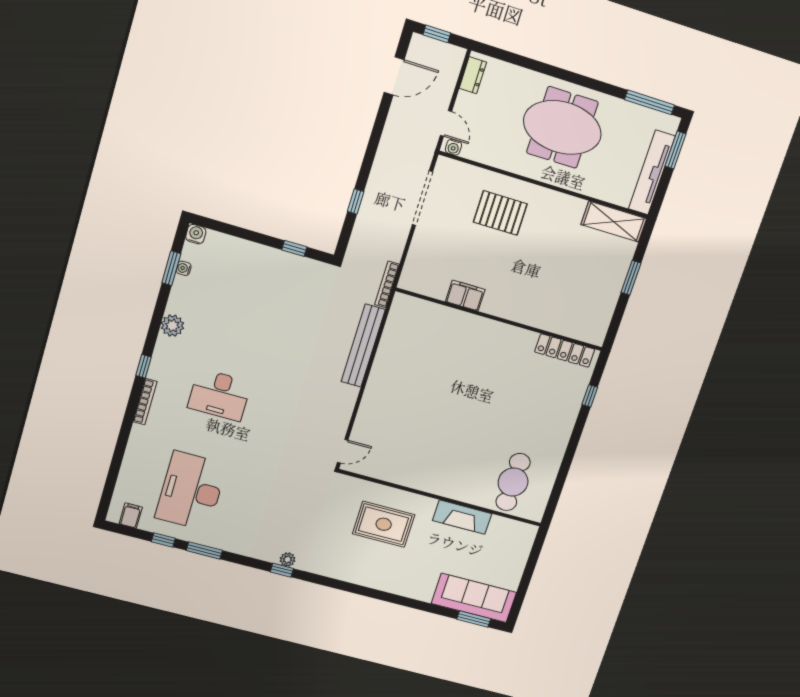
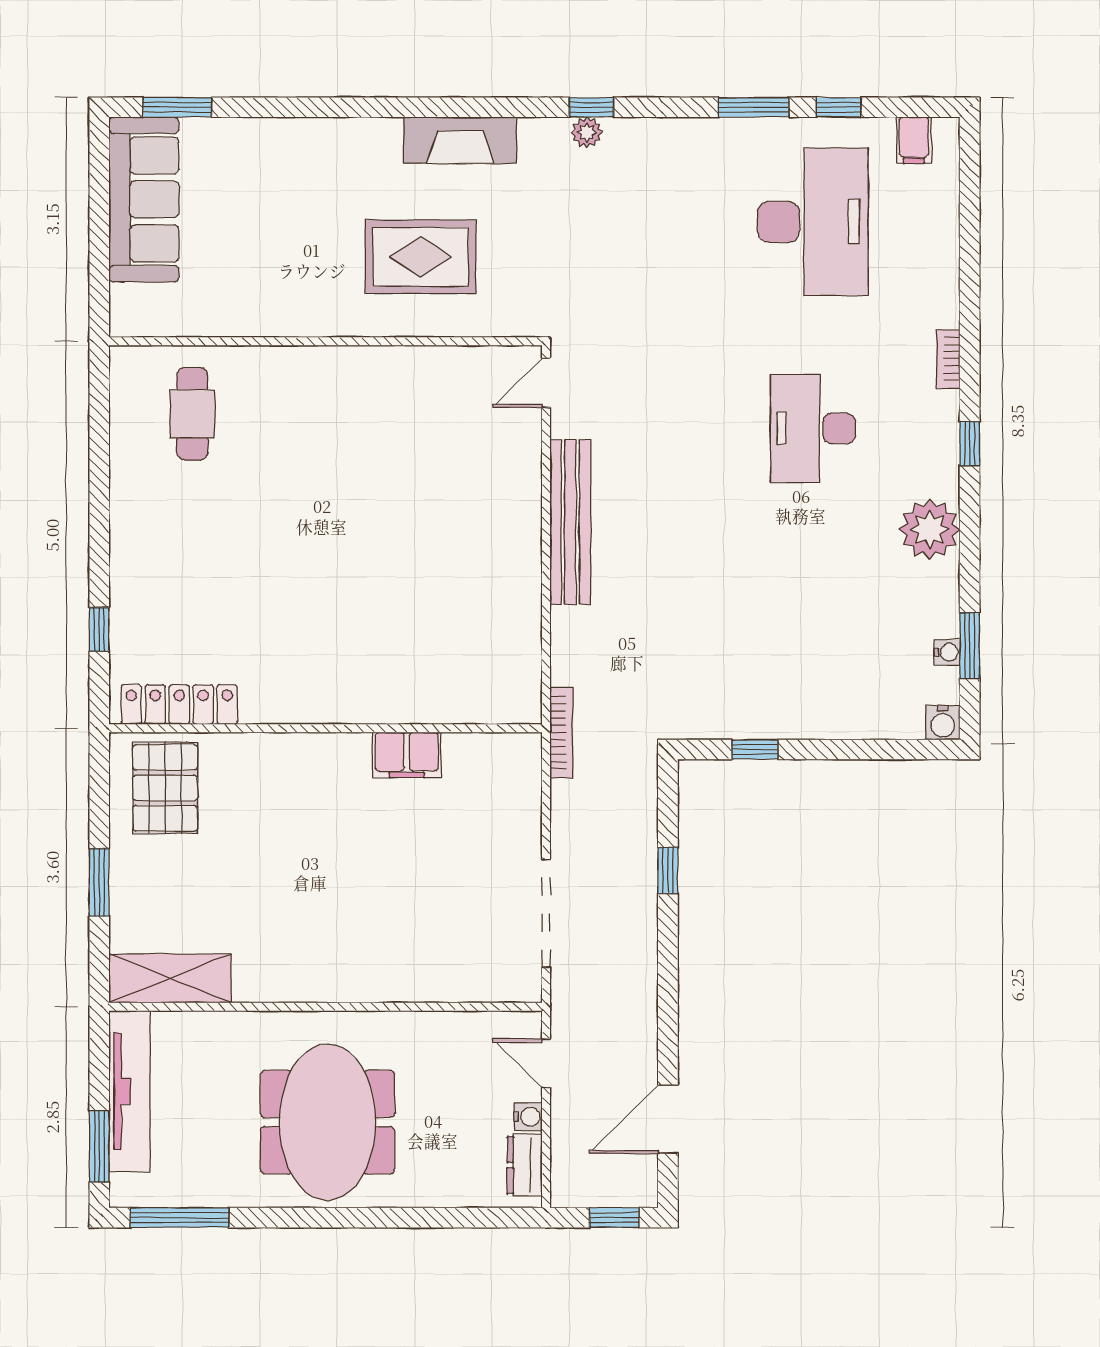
meeting table: (562, 127) -> (328, 1122), turned 90
water cooler: (453, 147) -> (528, 1117), moved, turned 90
pallet: (500, 213) -> (165, 788), moved, turned 90
plant: (172, 326) -> (930, 529), width x1.36, depth x1.36
bench: (363, 346) -> (570, 522), moved
desk: (219, 395) -> (813, 428), turned -90
bookcase: (145, 402) -> (948, 359), width x0.64
cafe table: (513, 482) -> (192, 414), width x0.73, depth x0.74
fireplace: (462, 517) -> (460, 140), moved, turned 180
sofa: (474, 598) -> (144, 199), moved, turned -90

